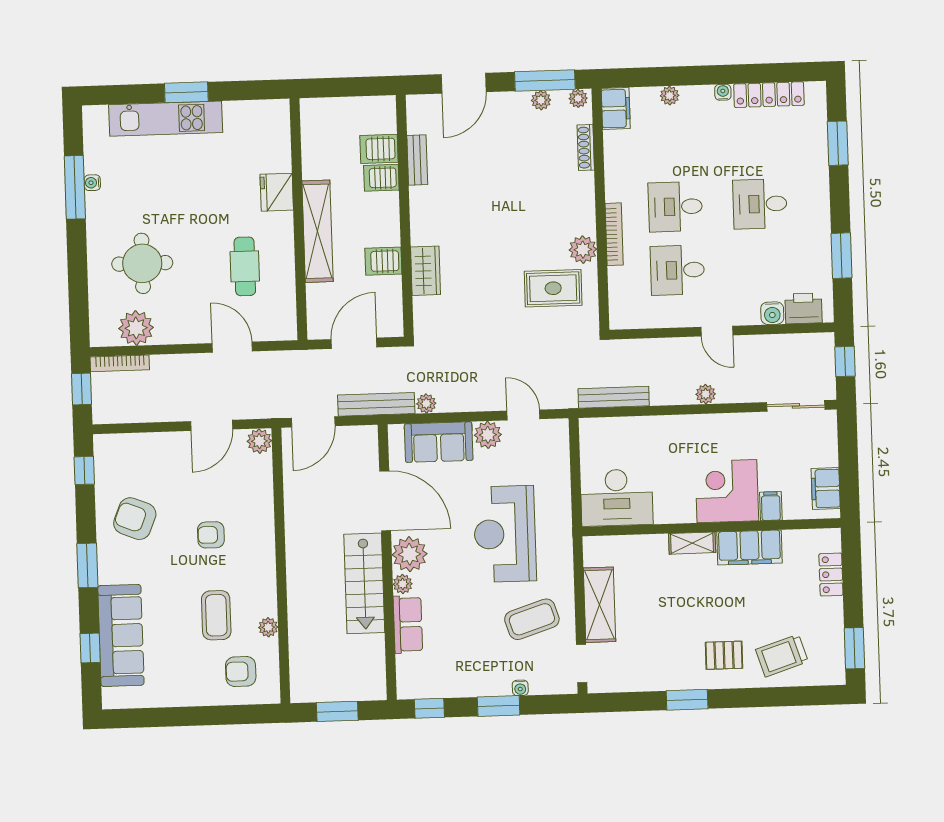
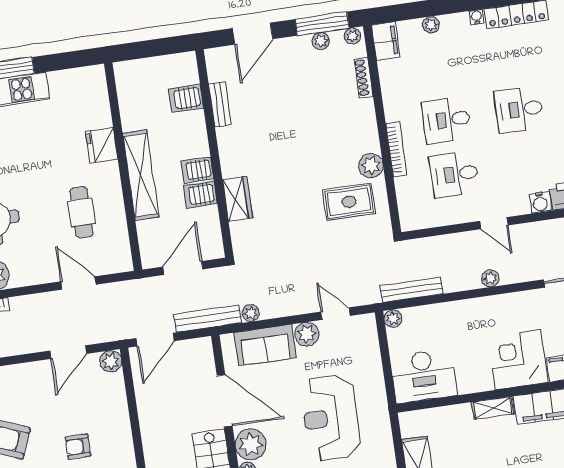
server rack: (381, 178) -> (197, 170), moved
plant: (589, 428) -> (393, 319), added

